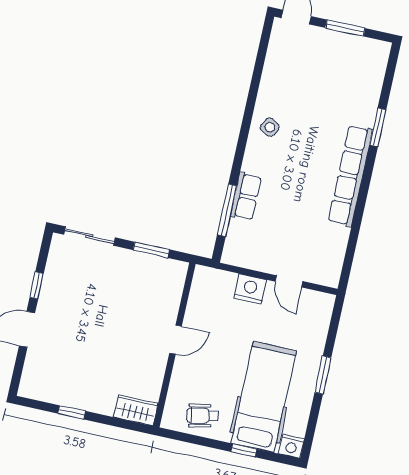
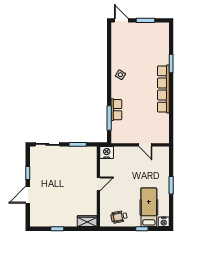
nightstand: (250, 289) -> (107, 153), moved
hospital bed: (264, 397) -> (149, 207), width x0.73, depth x0.78

